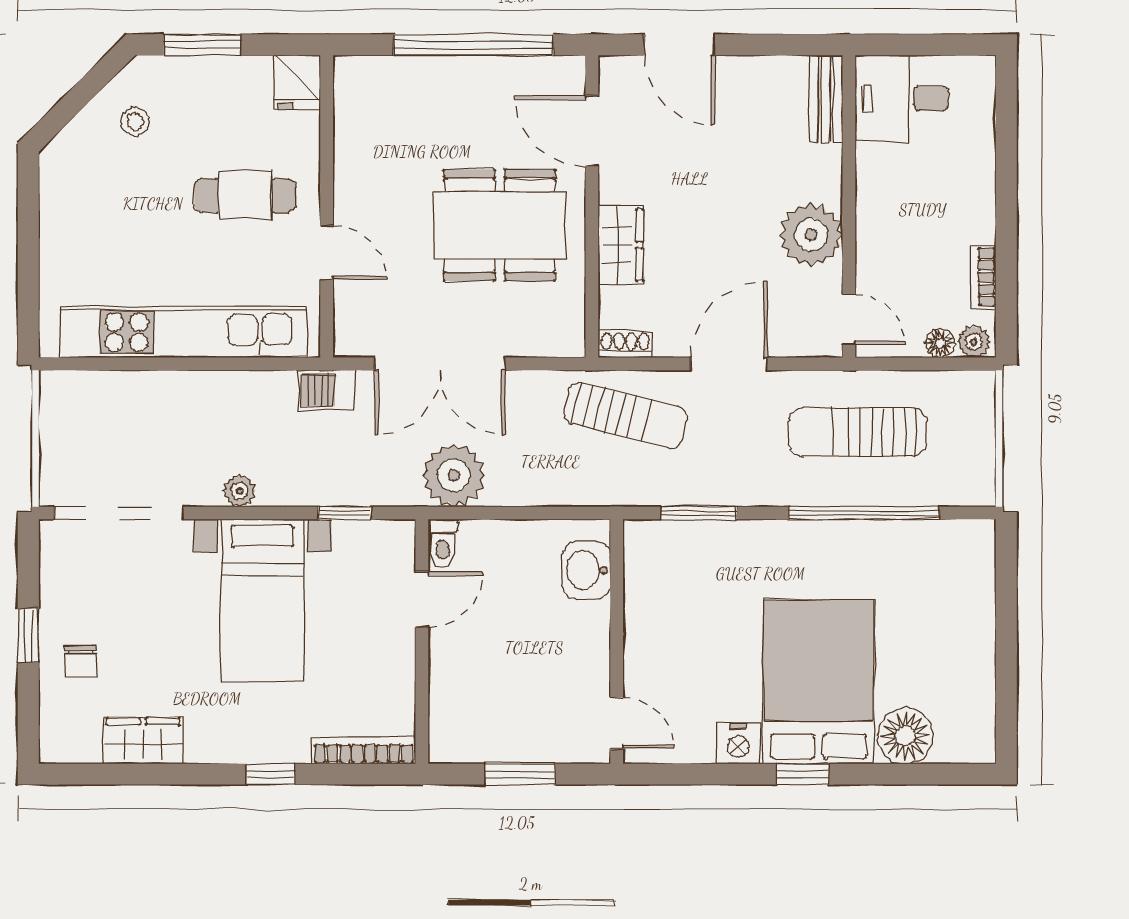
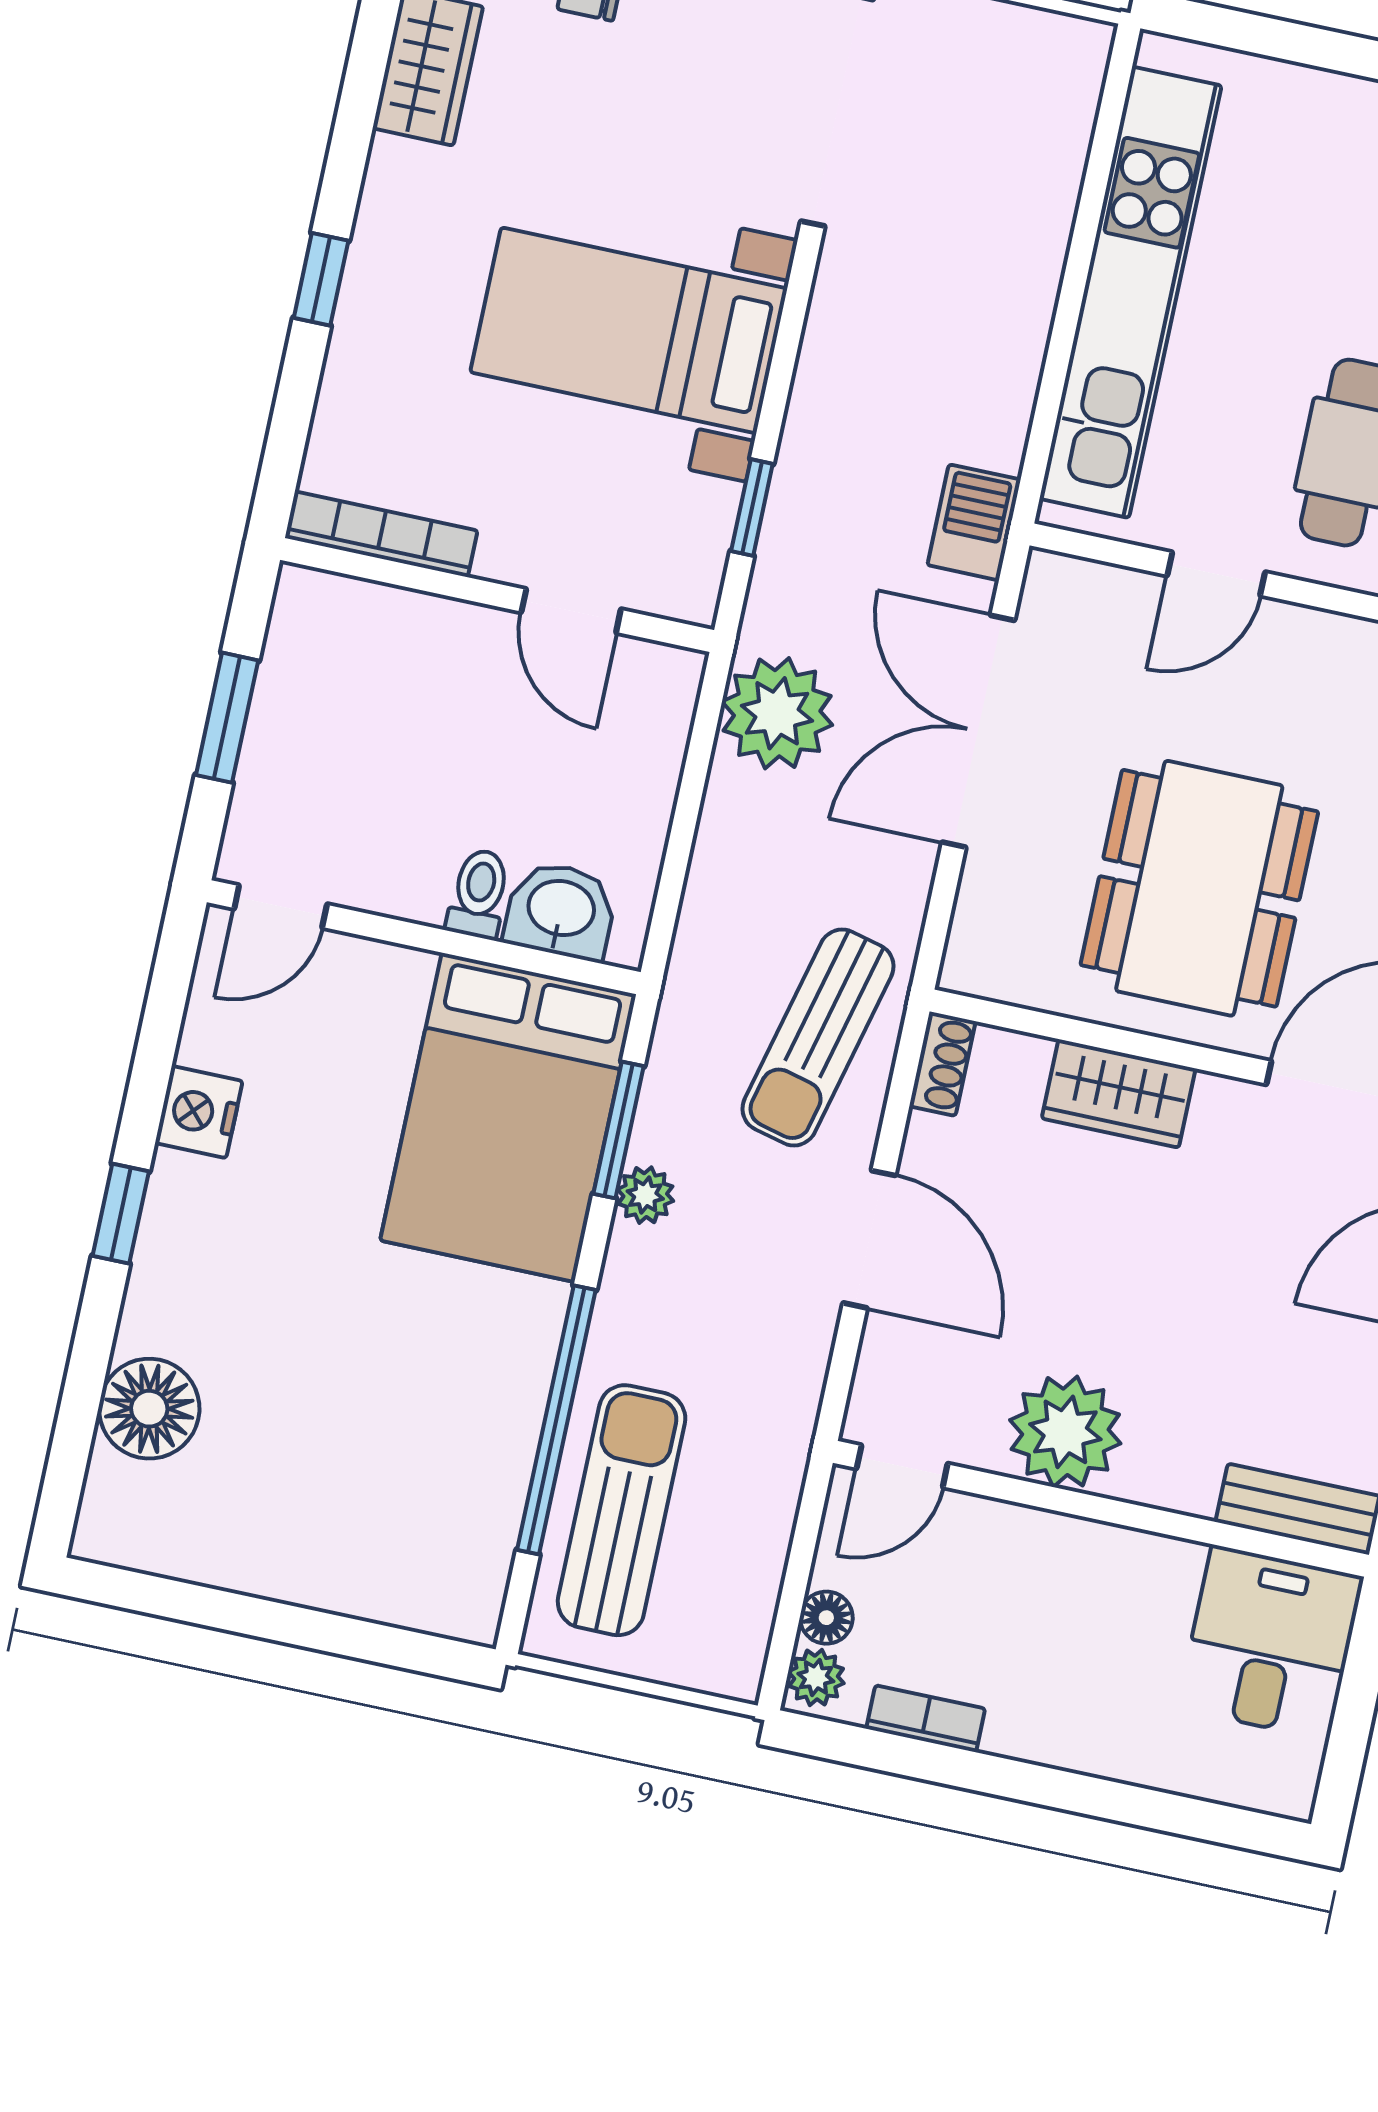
sun lounger: (858, 432) -> (622, 1510), moved
plant: (240, 491) -> (645, 1195), moved
toilet: (443, 543) -> (479, 894), moved, turned 90
bed: (819, 682) -> (508, 1117), moved, turned 90
bookcase: (364, 750) -> (381, 534), moved, turned -90

